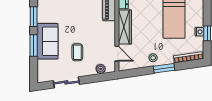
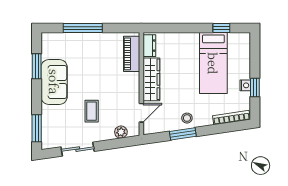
sofa: (48, 41) -> (54, 82), moved
window: (34, 46) -> (37, 128), moved
door: (117, 54) -> (141, 113), hinge flipped
window: (164, 68) -> (183, 134), moved

